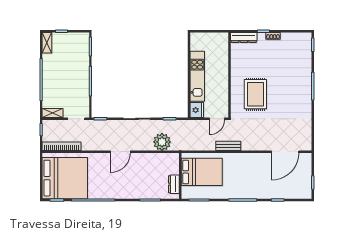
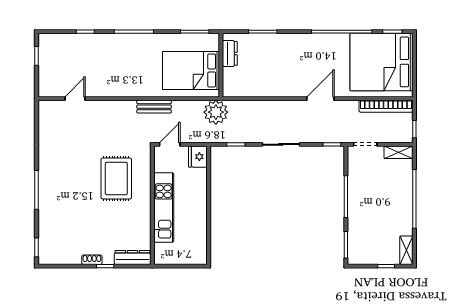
kitchen unit: (197, 76) -> (164, 207), moved, turned 180
plant: (162, 142) -> (216, 112), moved
door: (120, 152) -> (320, 99), moved
door: (285, 152) -> (75, 99), width x0.53

